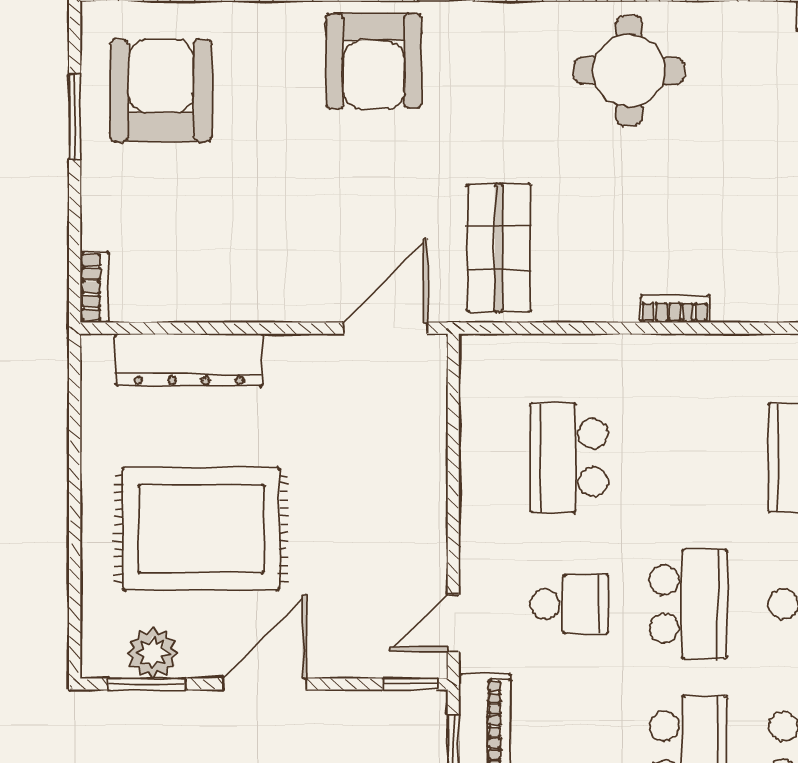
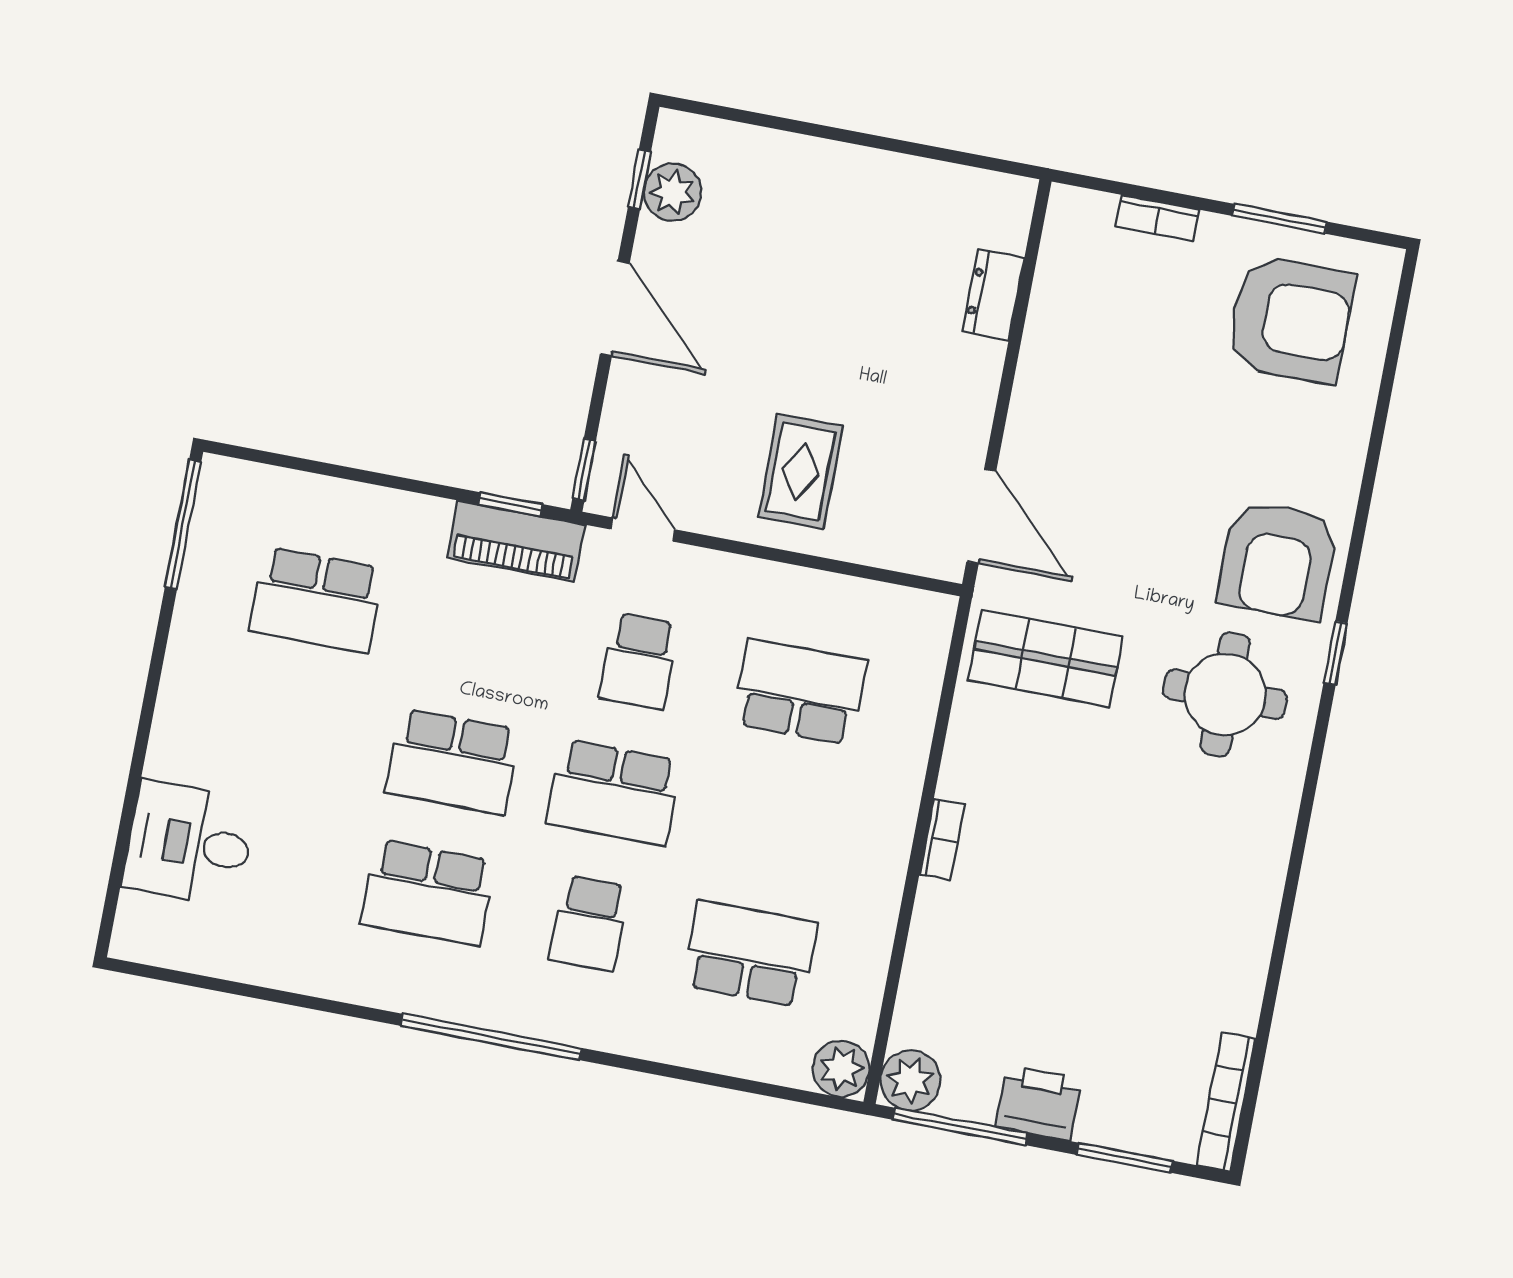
armchair: (374, 61) -> (1278, 560), turned -90
round table: (629, 71) -> (1225, 694), moved
bookcase: (94, 287) -> (1158, 218), moved
dresser: (189, 360) -> (993, 295), width x0.51, depth x0.80
rug: (201, 529) -> (801, 471), moved, width x0.54, depth x0.49
window: (147, 684) -> (640, 179), width x0.67

